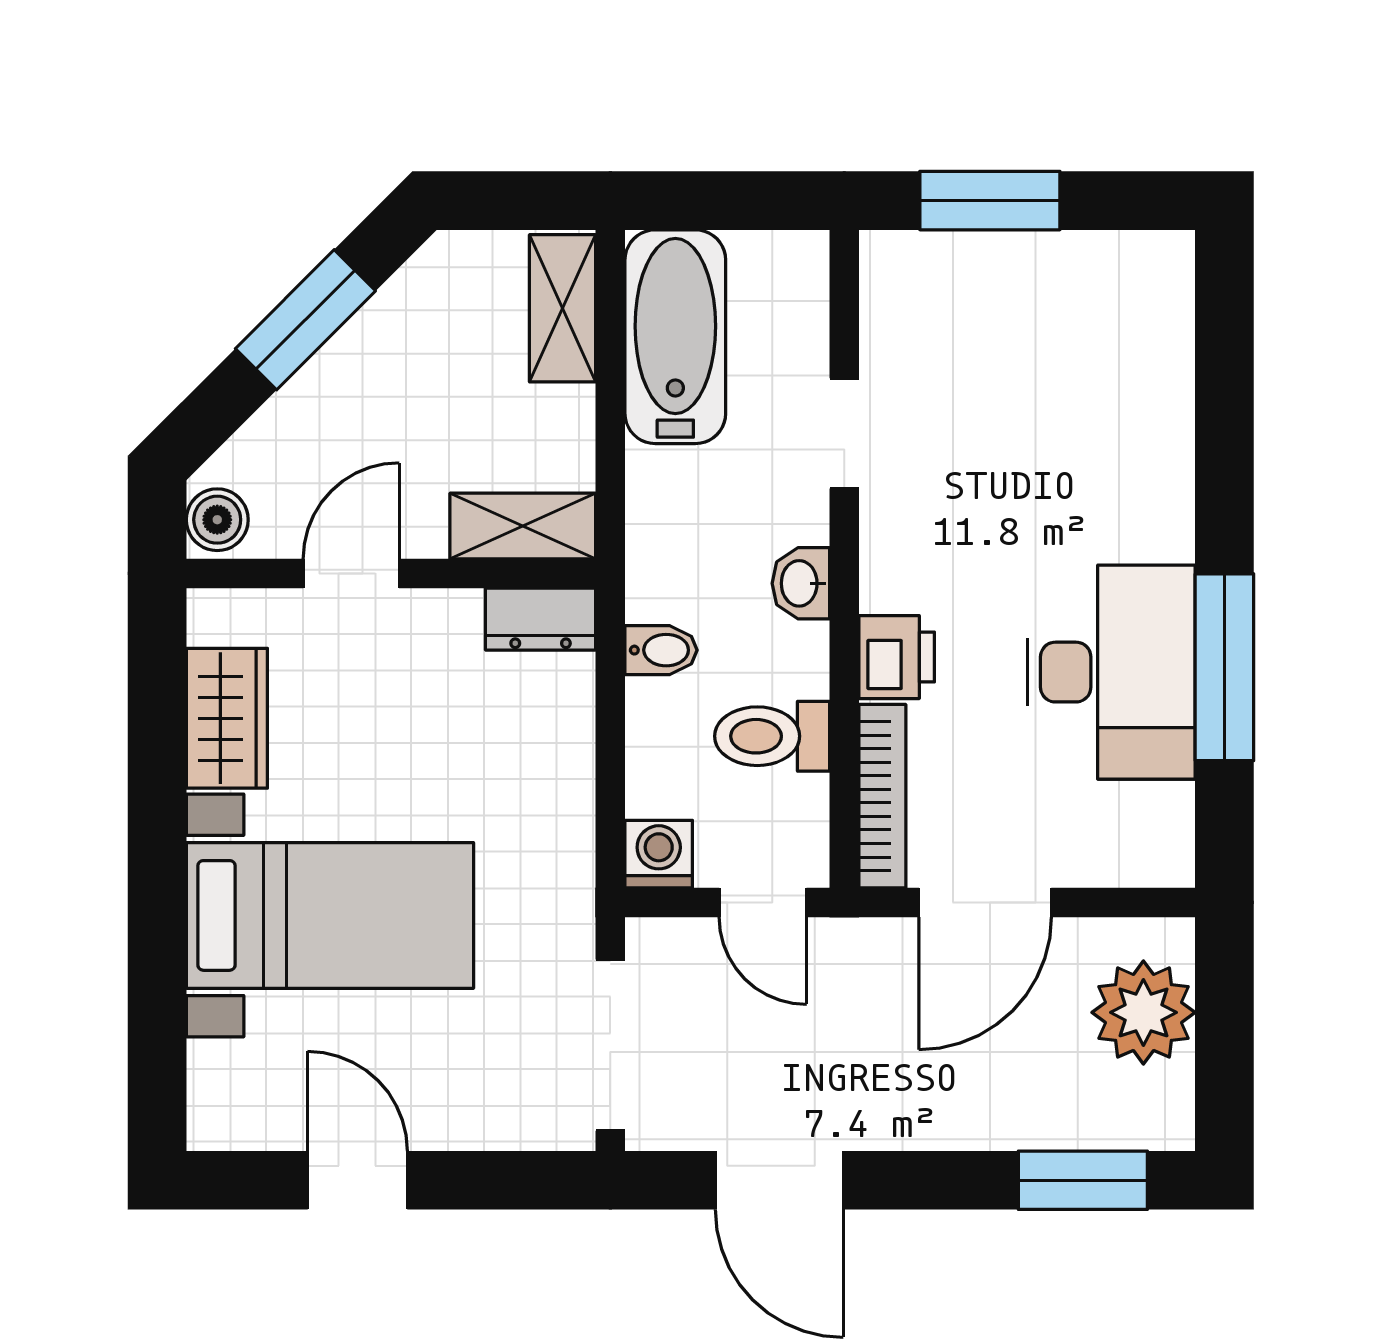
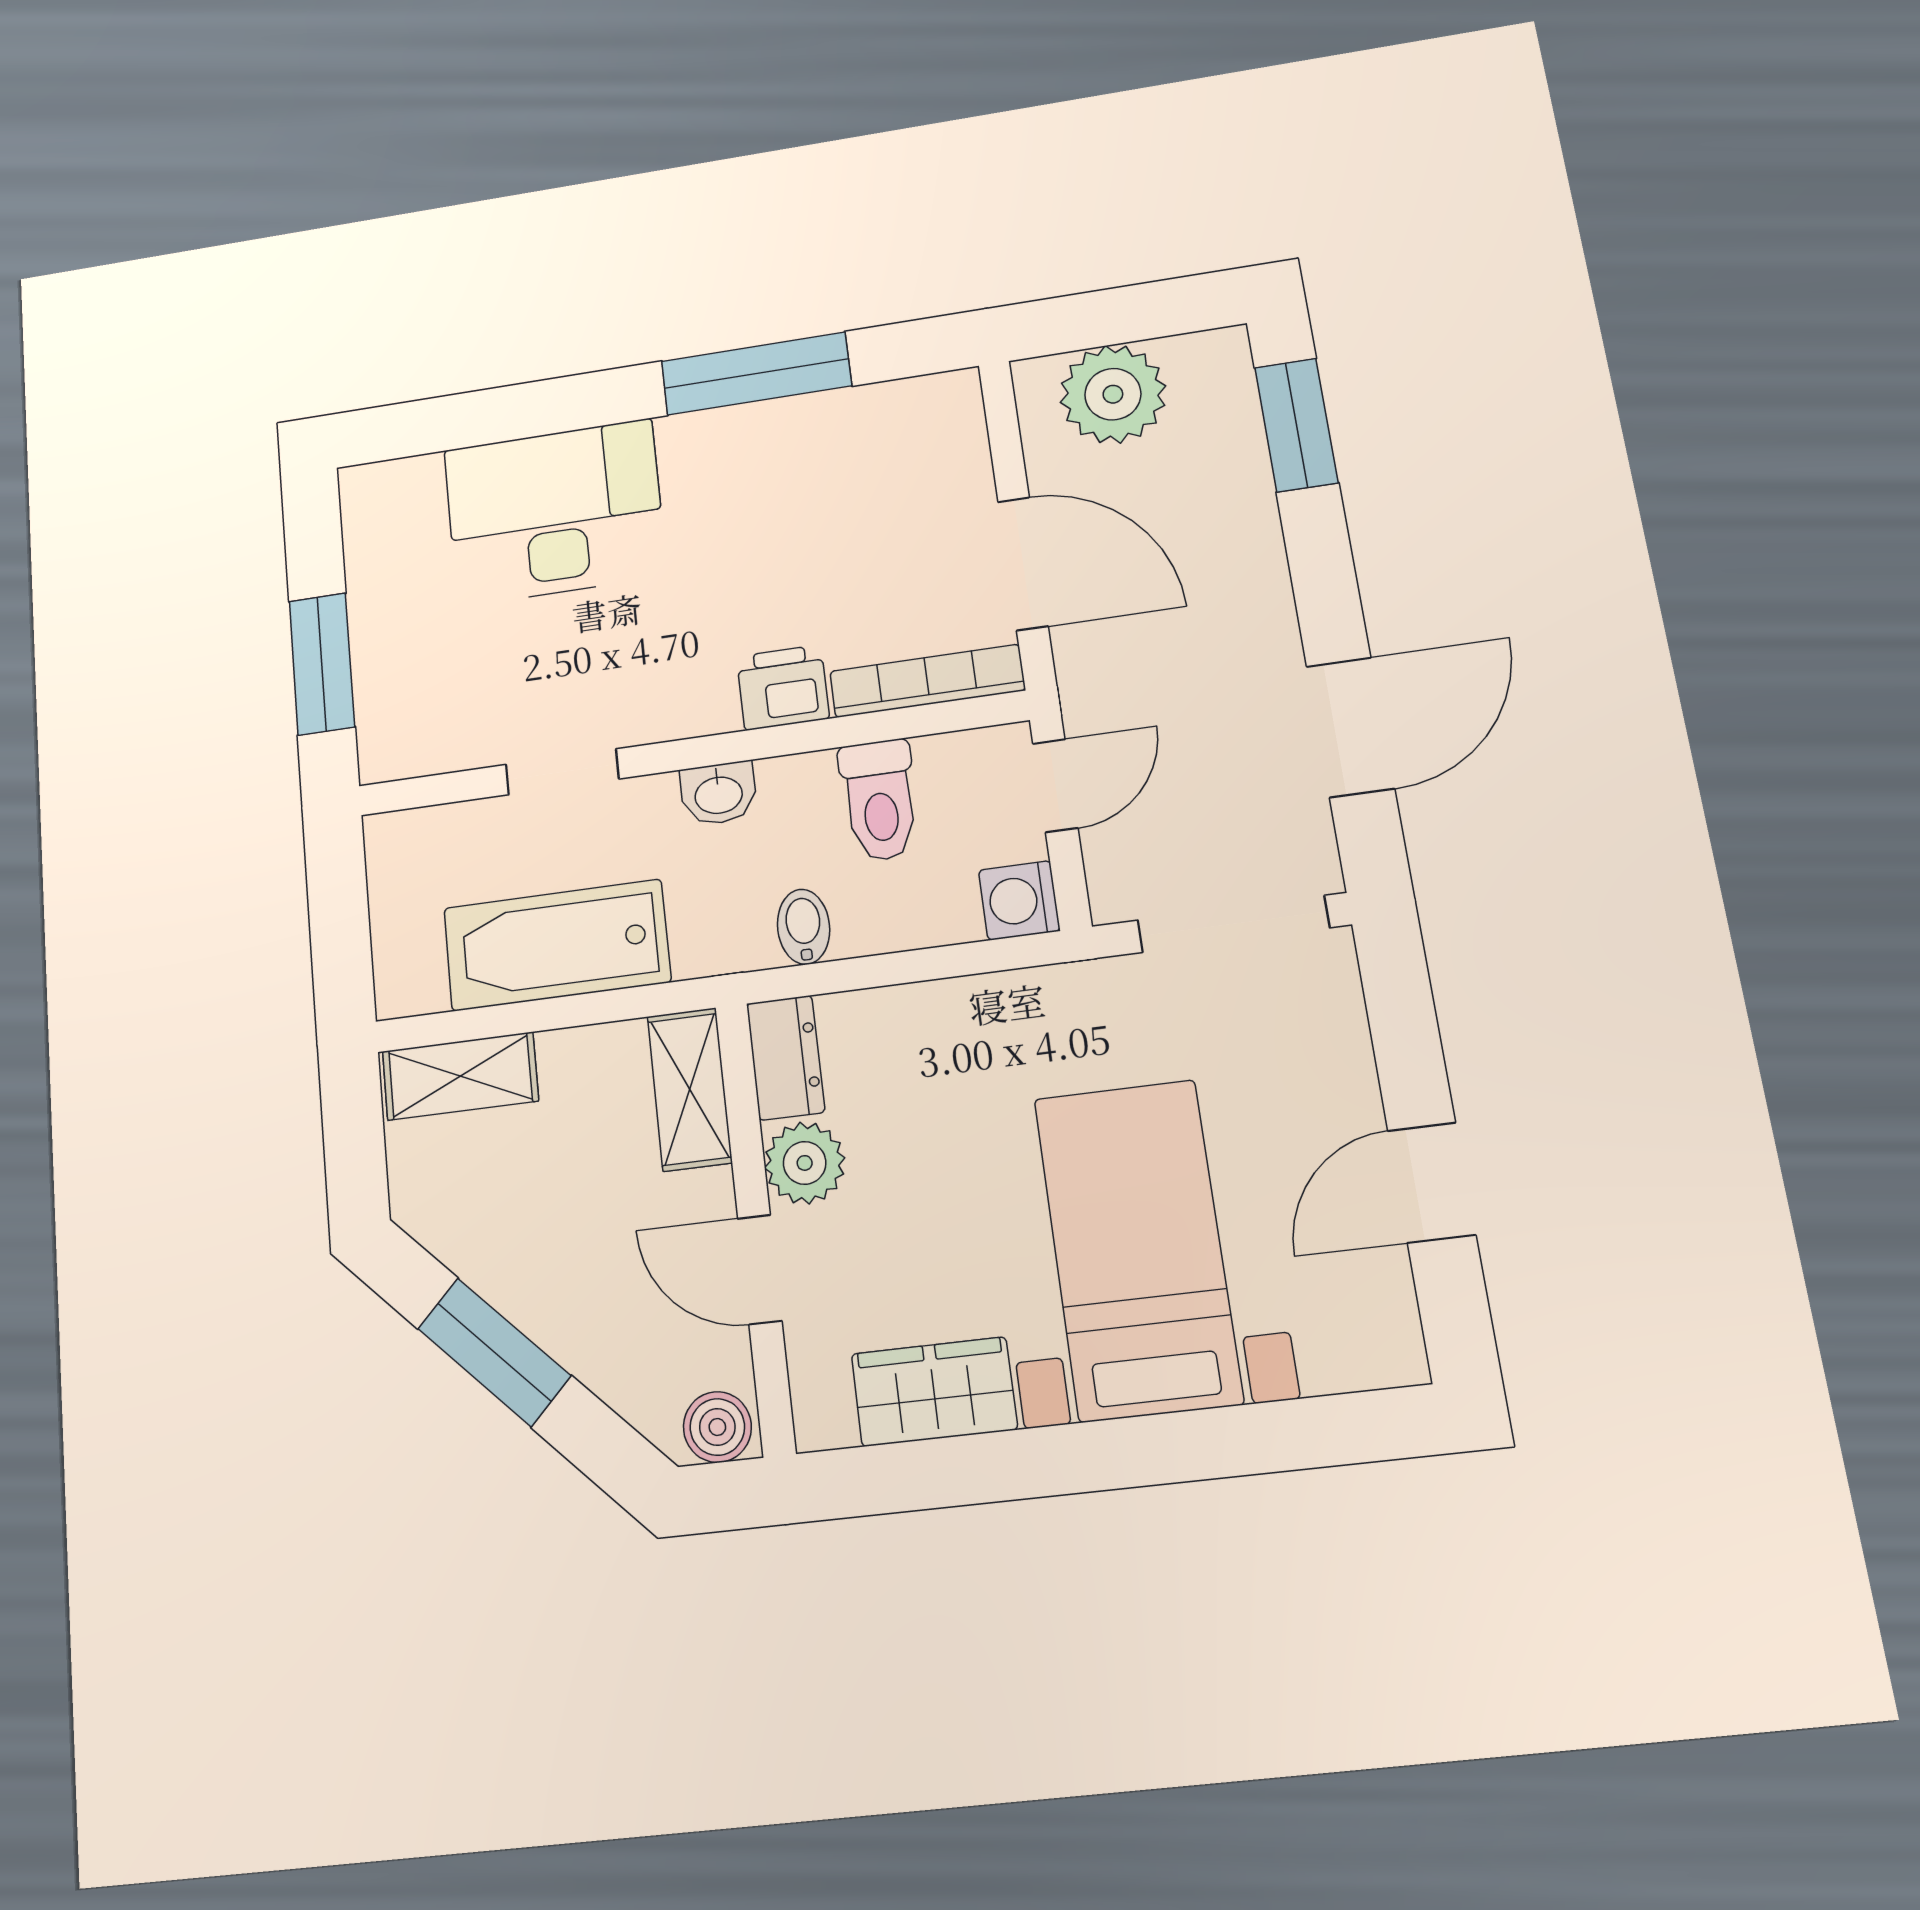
bathtub: (675, 337) -> (557, 945), moved
plant: (442, 626) -> (805, 1163), added
desk: (1111, 672) -> (555, 512), moved

